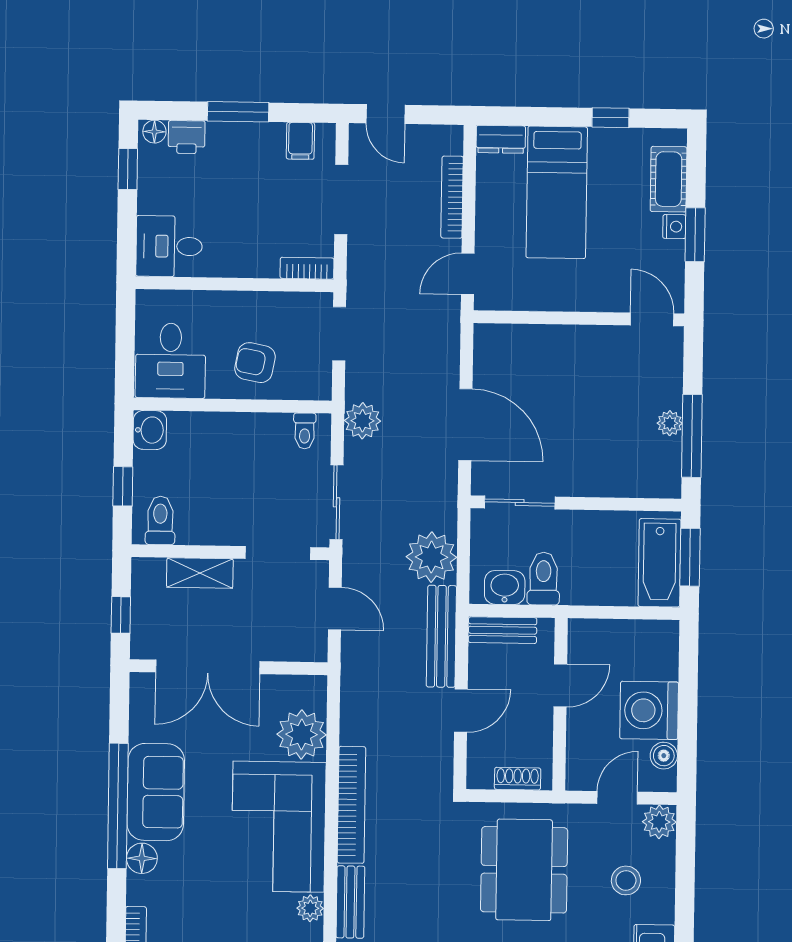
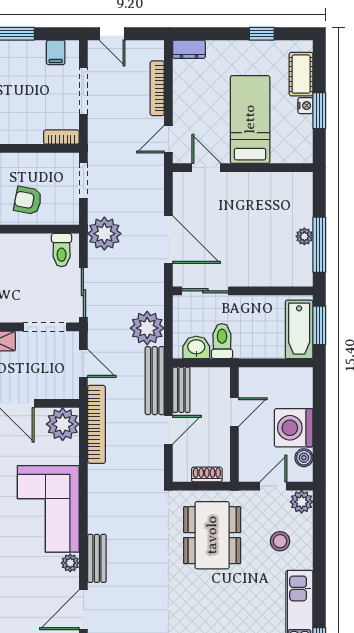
bed: (557, 192) -> (250, 119), moved, turned 180
door: (652, 319) -> (206, 168), moved
plant: (362, 421) -> (104, 234), width x1.36, depth x1.36
toilet: (305, 431) -> (62, 250), width x1.37, depth x1.39
bench: (503, 630) -> (181, 390), moved, turned 90
plant: (302, 734) -> (63, 424), moved
bookcase: (351, 805) -> (97, 424), moved

